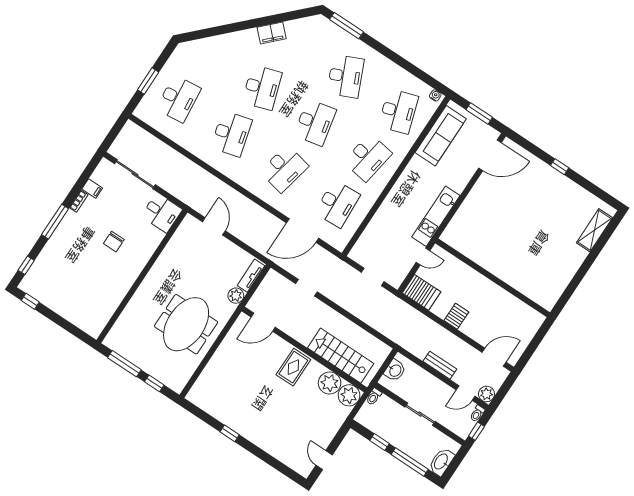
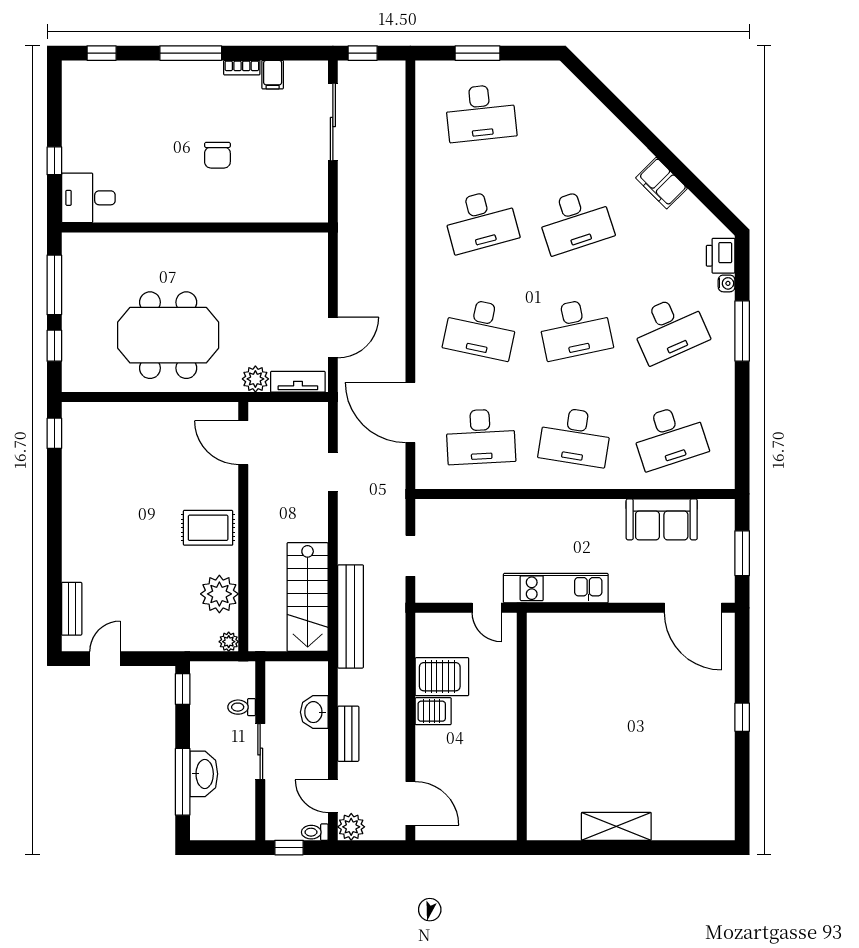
window: (346, 26) -> (742, 331), moved
printer: (326, 28) -> (721, 256), added
water cooler: (435, 95) -> (727, 283), moved
sofa: (441, 136) -> (662, 519), width x0.73
window: (111, 137) -> (363, 53), added
desk: (162, 213) -> (88, 198), moved, turned 90
door: (214, 226) -> (333, 337), moved
shelving: (594, 230) -> (616, 826), moved
chair: (114, 242) -> (217, 155), turned -90
server rack: (421, 292) -> (442, 677), moved, turned -90
window: (30, 301) -> (54, 161), moved
bench: (383, 326) -> (351, 616), added
stairs: (341, 356) -> (308, 597), moved, turned 180
washbasin: (395, 370) -> (314, 712), moved, turned 90
plant: (349, 395) -> (229, 642), width x0.53, depth x0.53
toilet: (374, 397) -> (242, 707), moved
window: (230, 433) -> (54, 433), moved
window: (380, 442) -> (183, 689), moved
bench: (289, 460) -> (72, 609), added
washbasin: (441, 462) -> (204, 774), moved, turned 90

